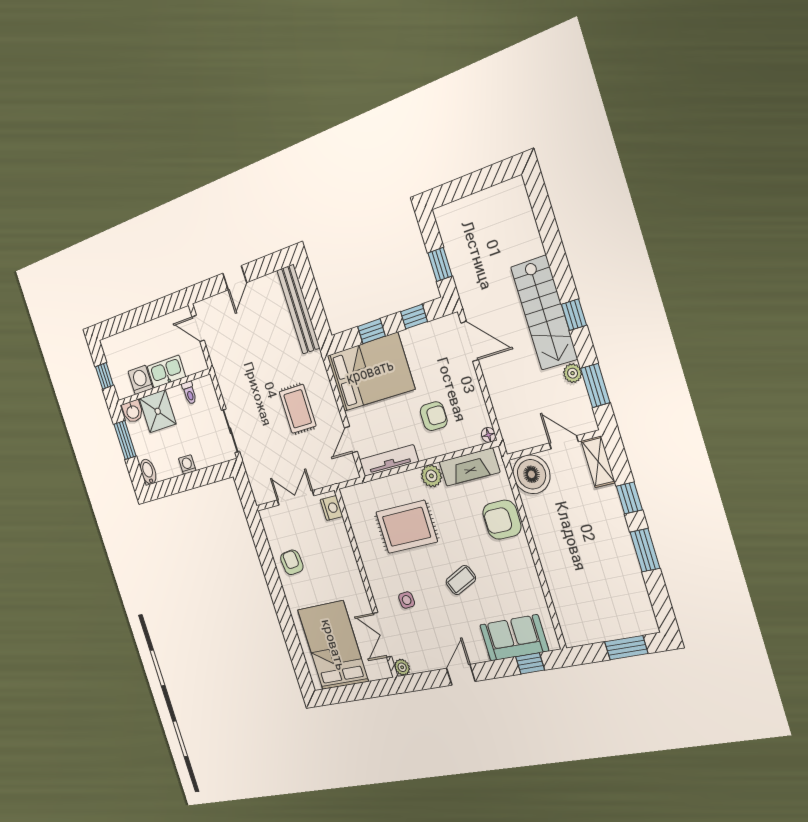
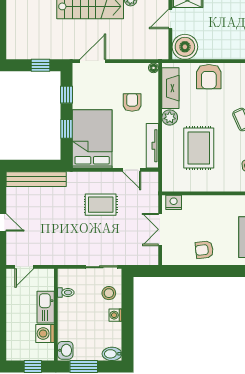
shower: (158, 411) -> (71, 327), removed
stool: (207, 449) -> (109, 293), added

